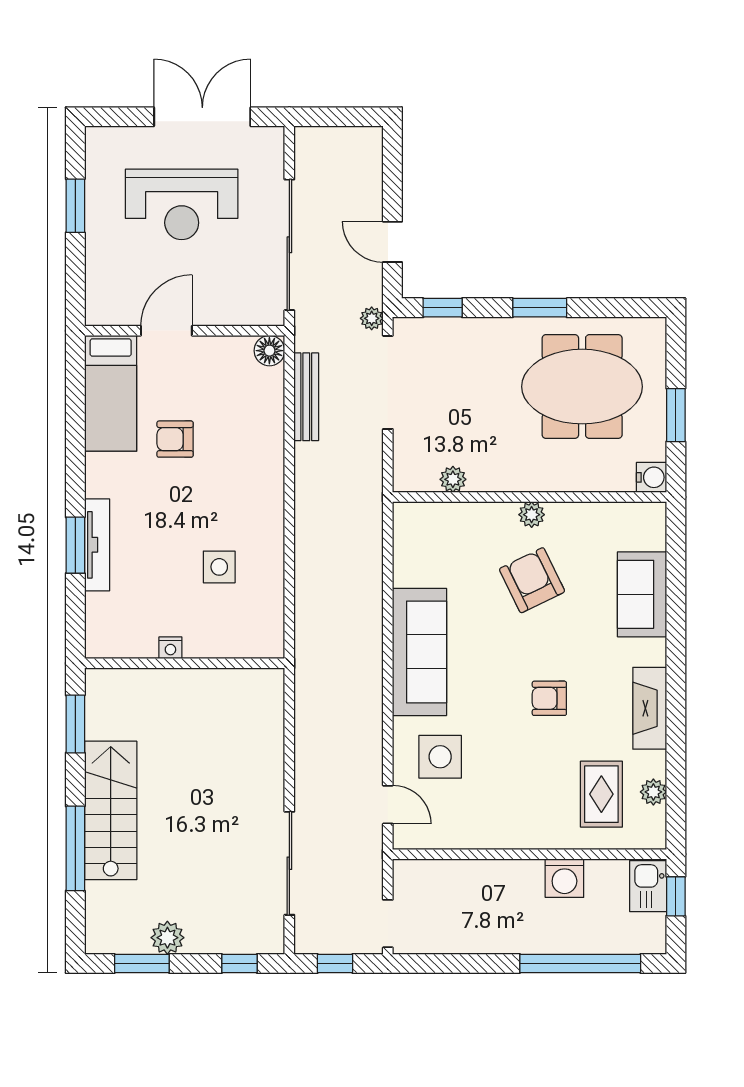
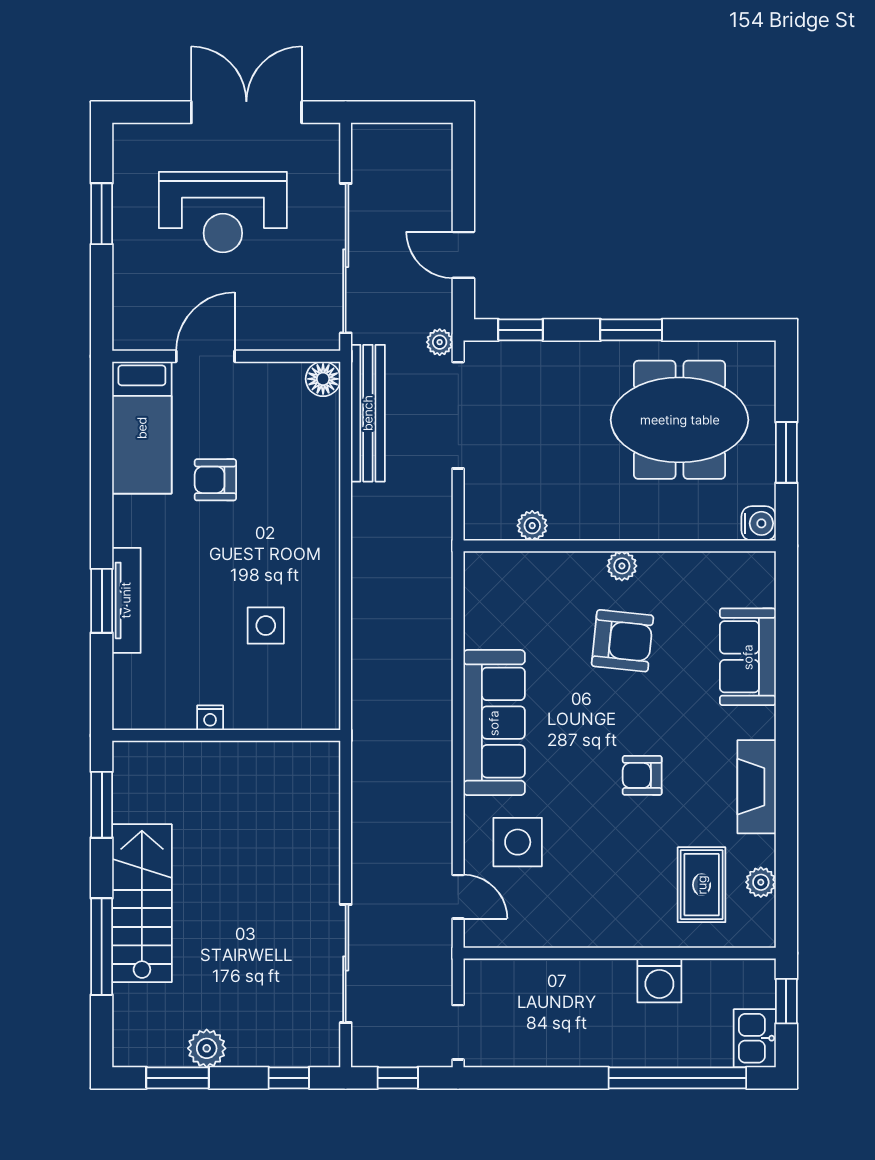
bench: (306, 397) -> (368, 413), width x1.37, depth x1.21
armchair: (532, 580) -> (622, 641), turned 122
kitchen sink: (648, 886) -> (755, 1038), moved

